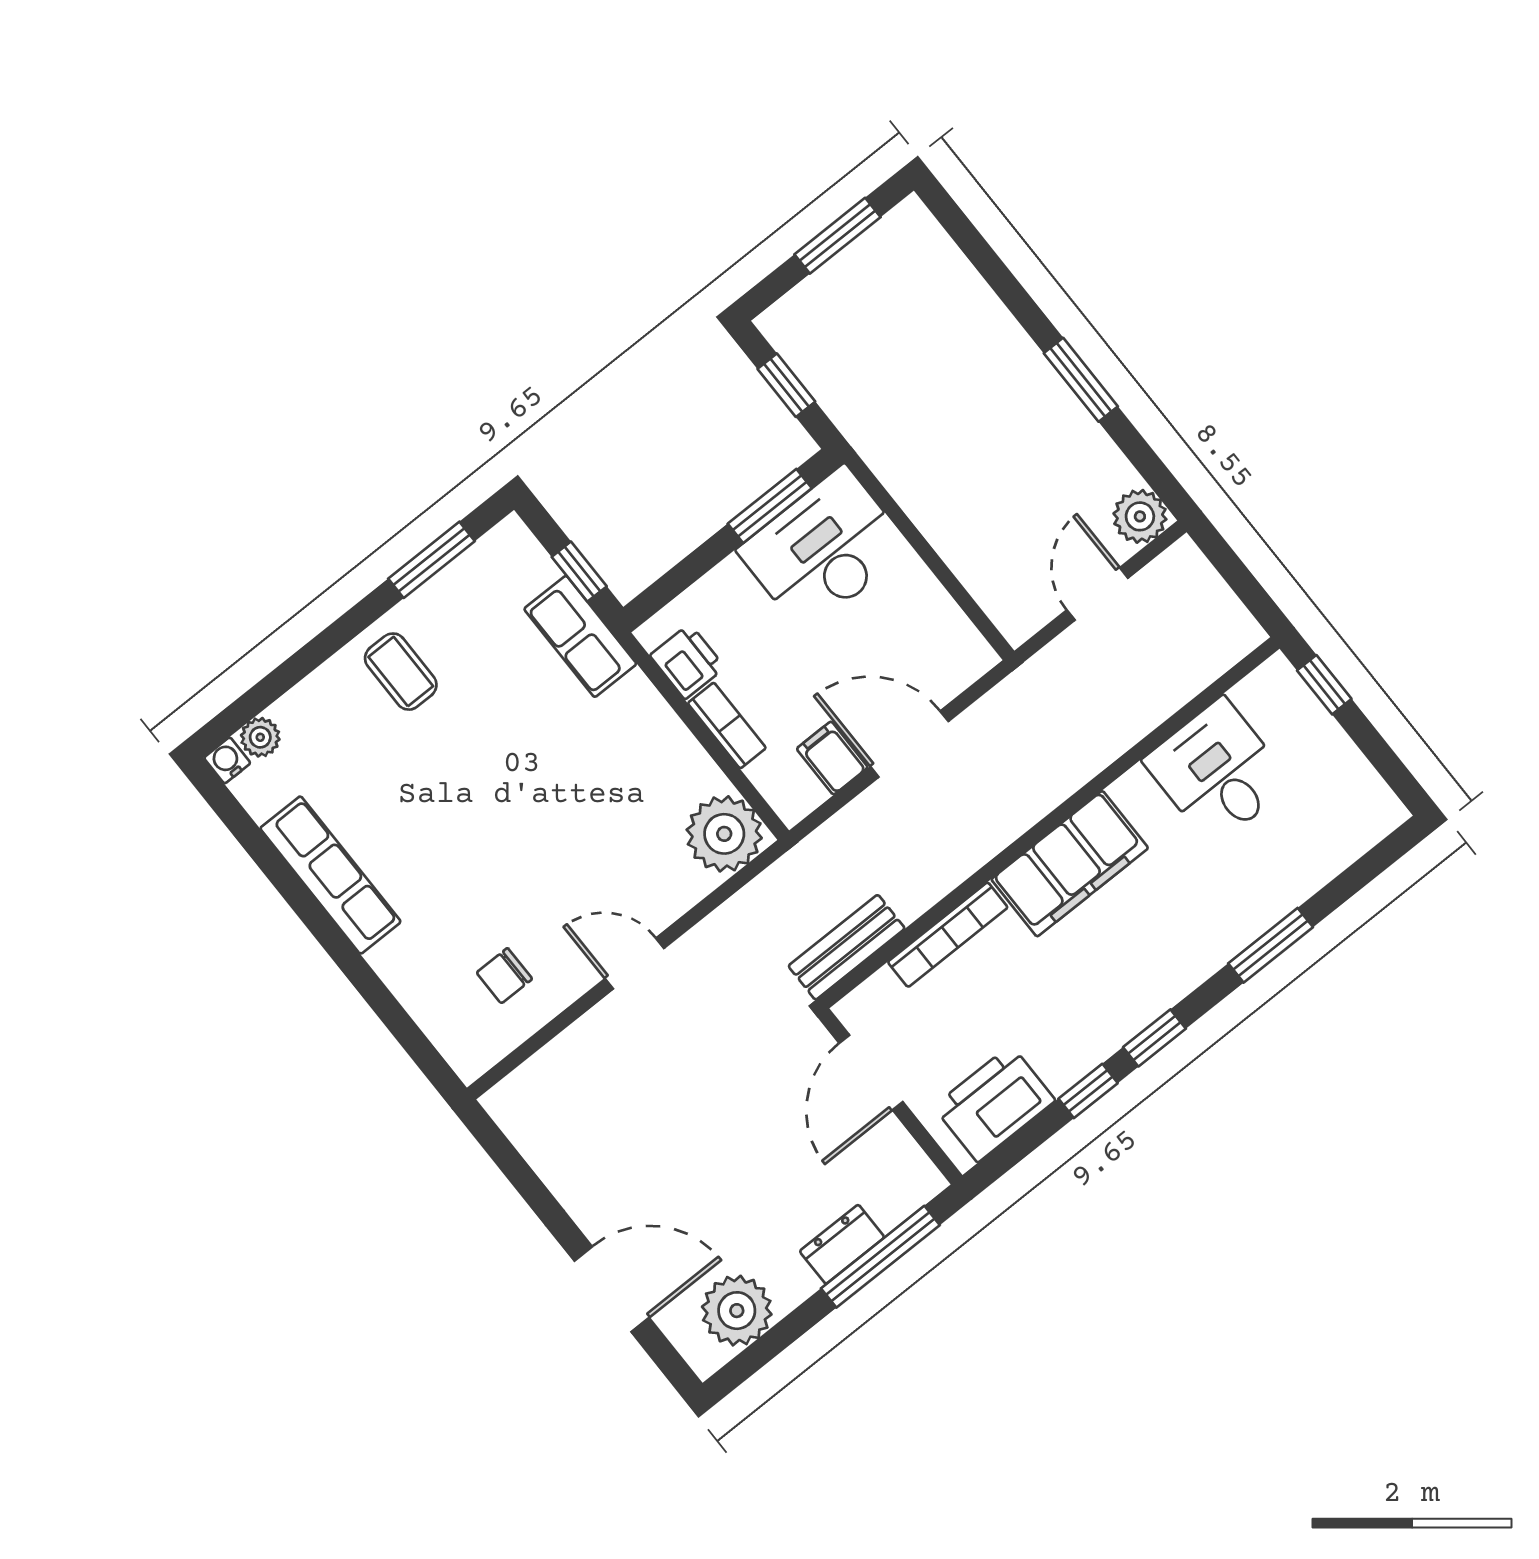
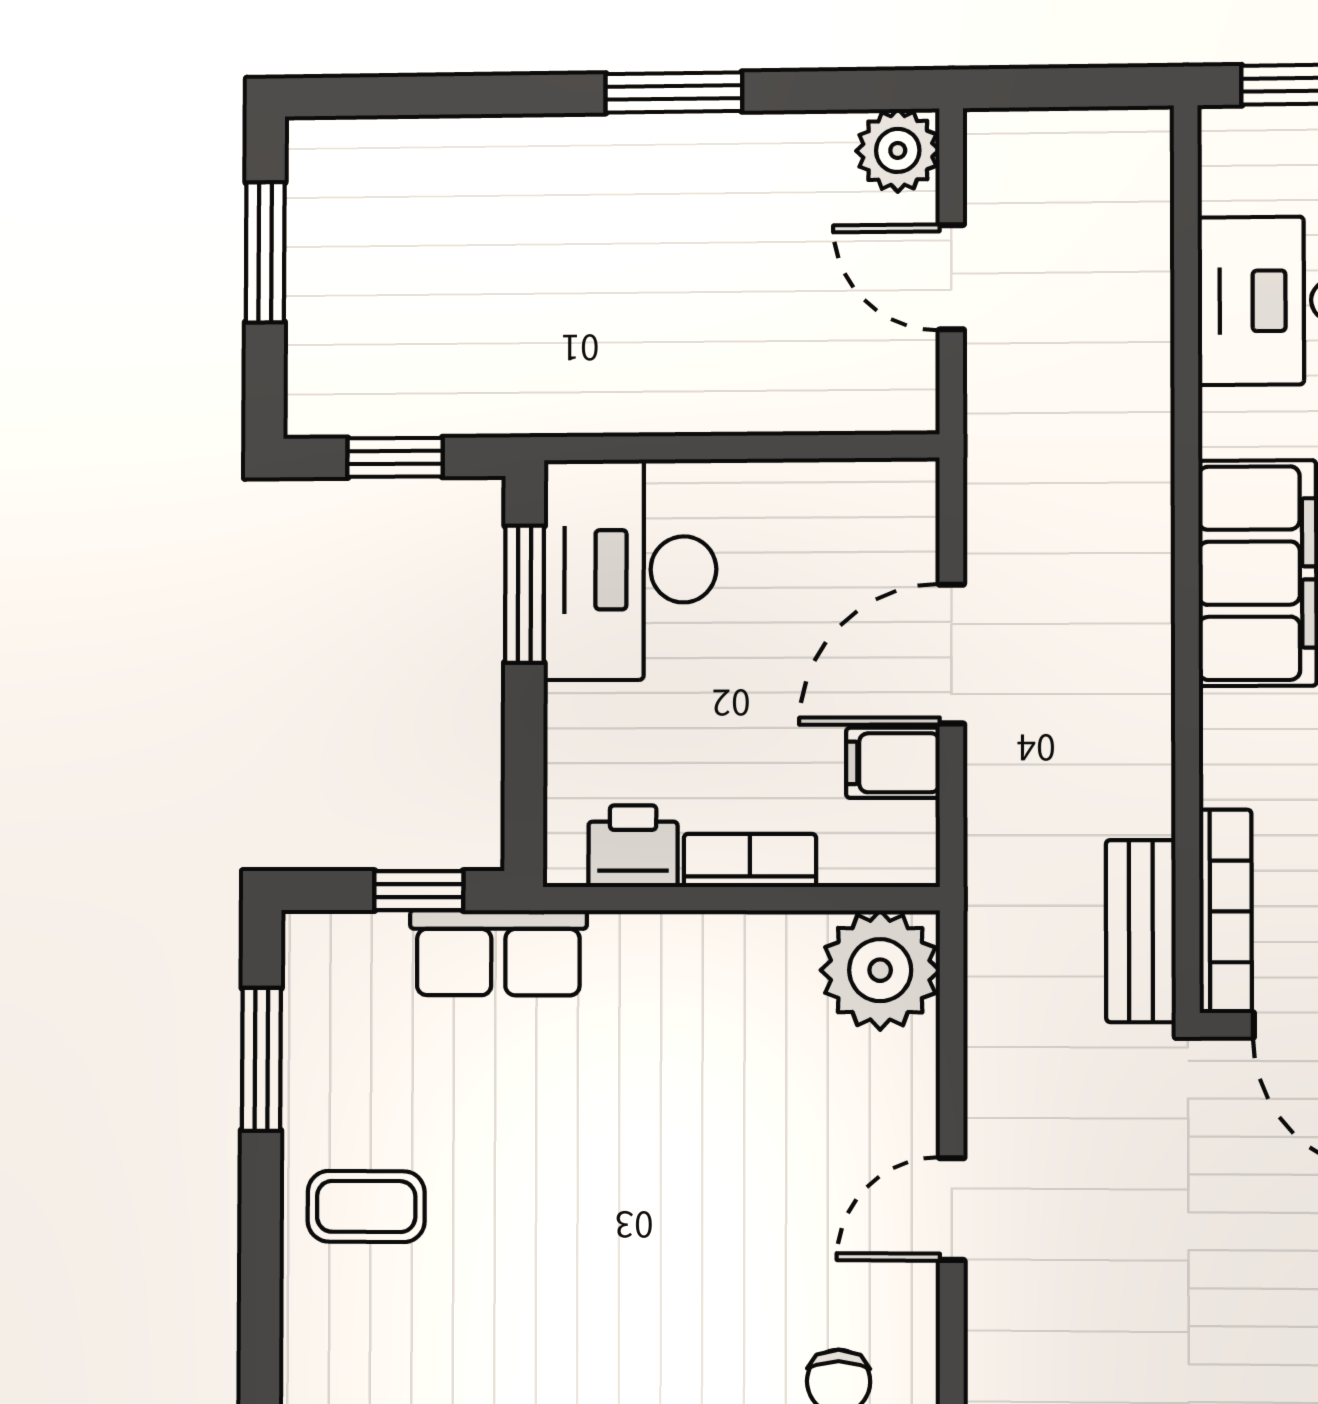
bookcase: (948, 935) -> (1226, 911), moved

